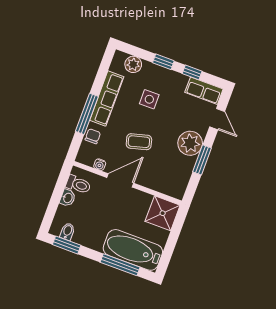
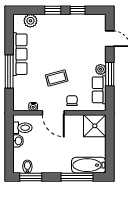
row of seats: (204, 91) -> (99, 90), moved, turned 90
side table: (149, 99) -> (53, 43), removed
chair: (93, 136) -> (72, 101), moved
plant: (190, 143) -> (101, 69), width x0.53, depth x0.53
door: (120, 180) -> (53, 113), swing flipped
bathtub: (133, 250) -> (89, 165), width x0.73, depth x0.73

